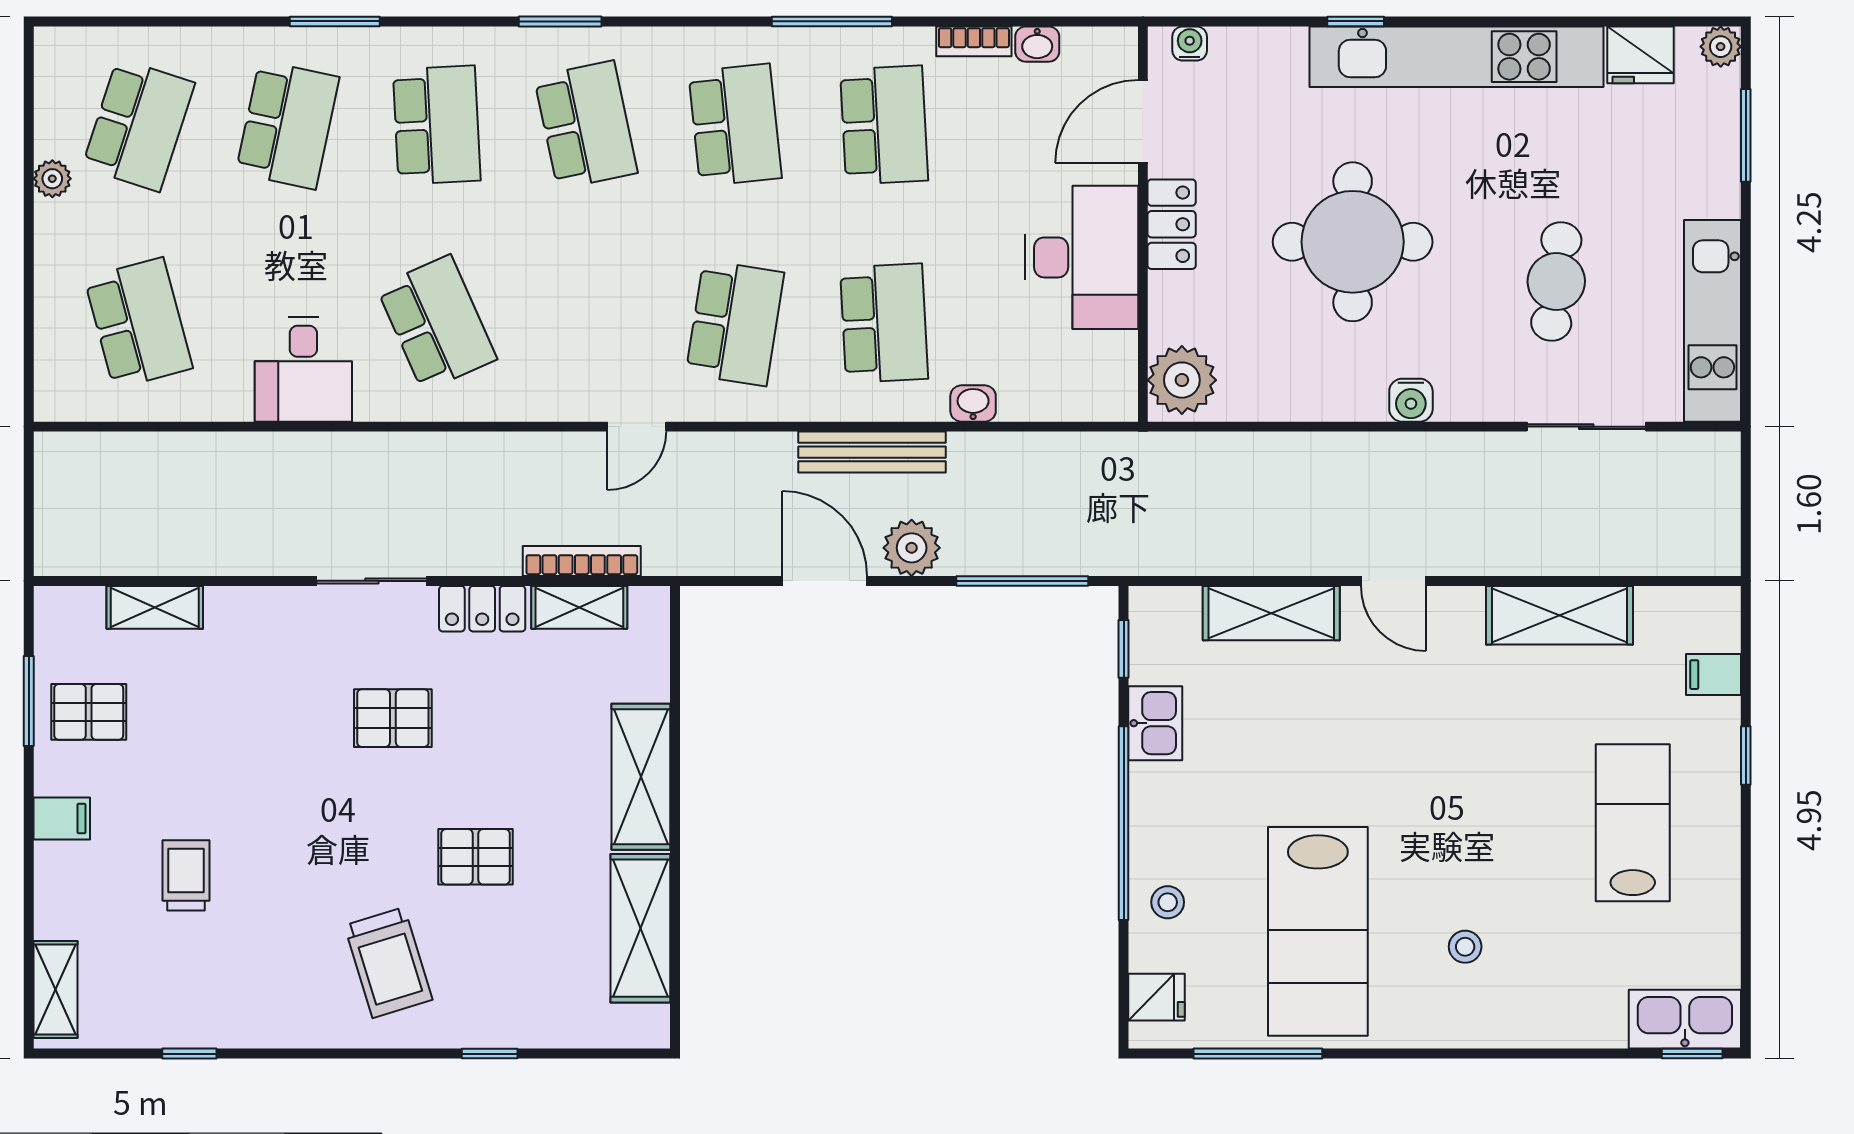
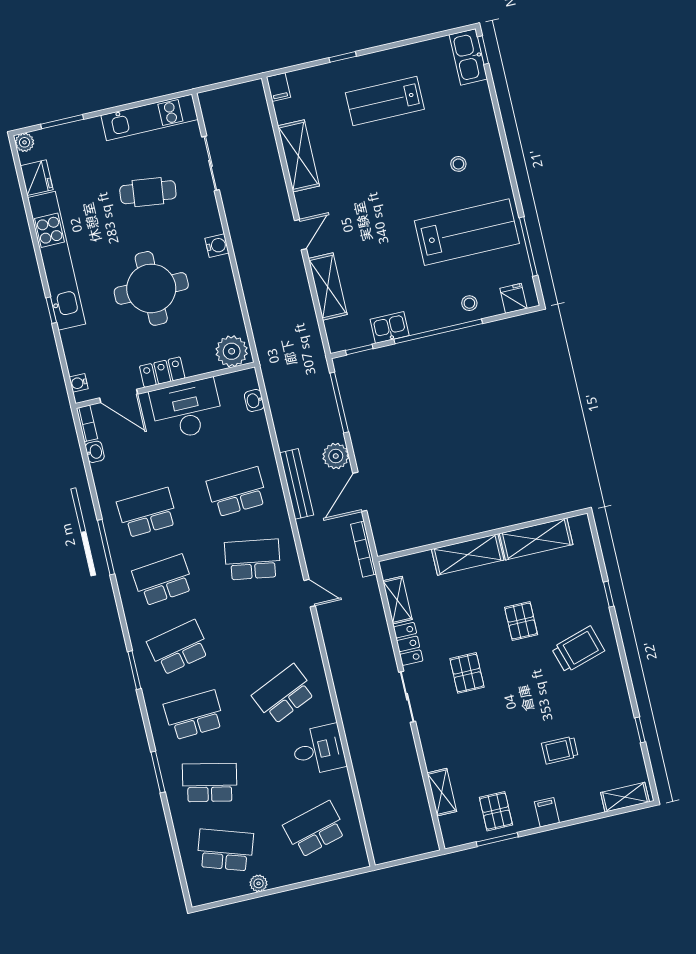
bookcase: (974, 41) -> (87, 423), moved
washbasin: (973, 404) -> (254, 400), moved
bookcase: (582, 561) -> (364, 549), moved
filing cabinet: (1713, 675) -> (278, 87), moved

